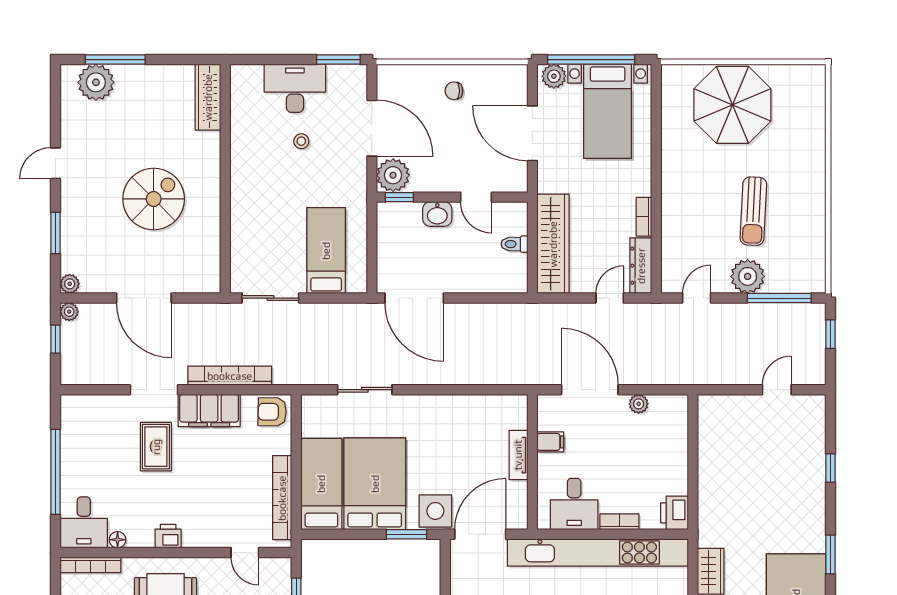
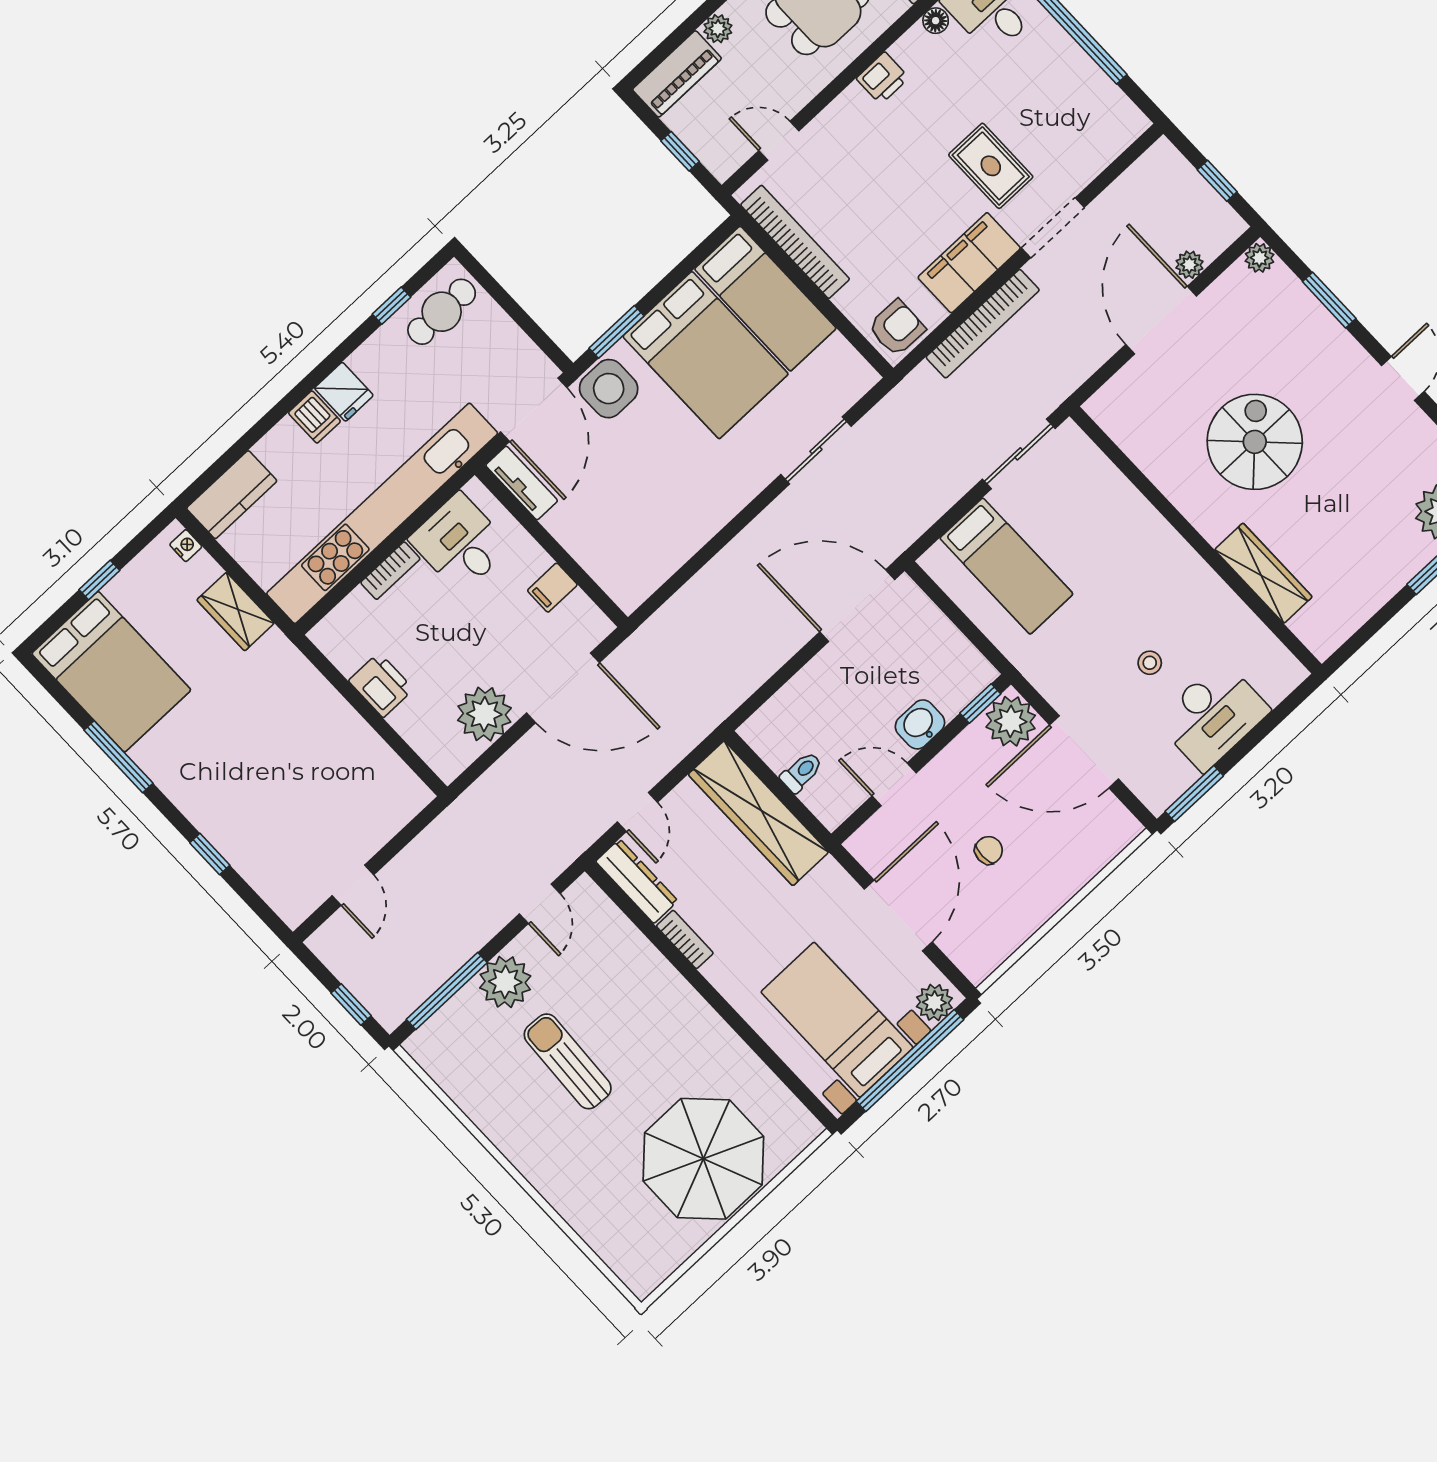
chair: (454, 91) -> (989, 850), moved
wardrobe: (208, 97) -> (1263, 573), moved
door: (532, 133) -> (898, 916), hinge flipped
spiral stairs: (154, 199) -> (1255, 442), turned 180
door: (144, 298) -> (1161, 320), hinge flipped
plant: (69, 312) -> (1189, 265), moved
plant: (639, 404) -> (484, 714), width x1.88, depth x1.88
tv unit: (518, 455) -> (522, 483), moved
printer: (675, 513) -> (381, 685), moved
window: (830, 555) -> (118, 757), width x1.44

